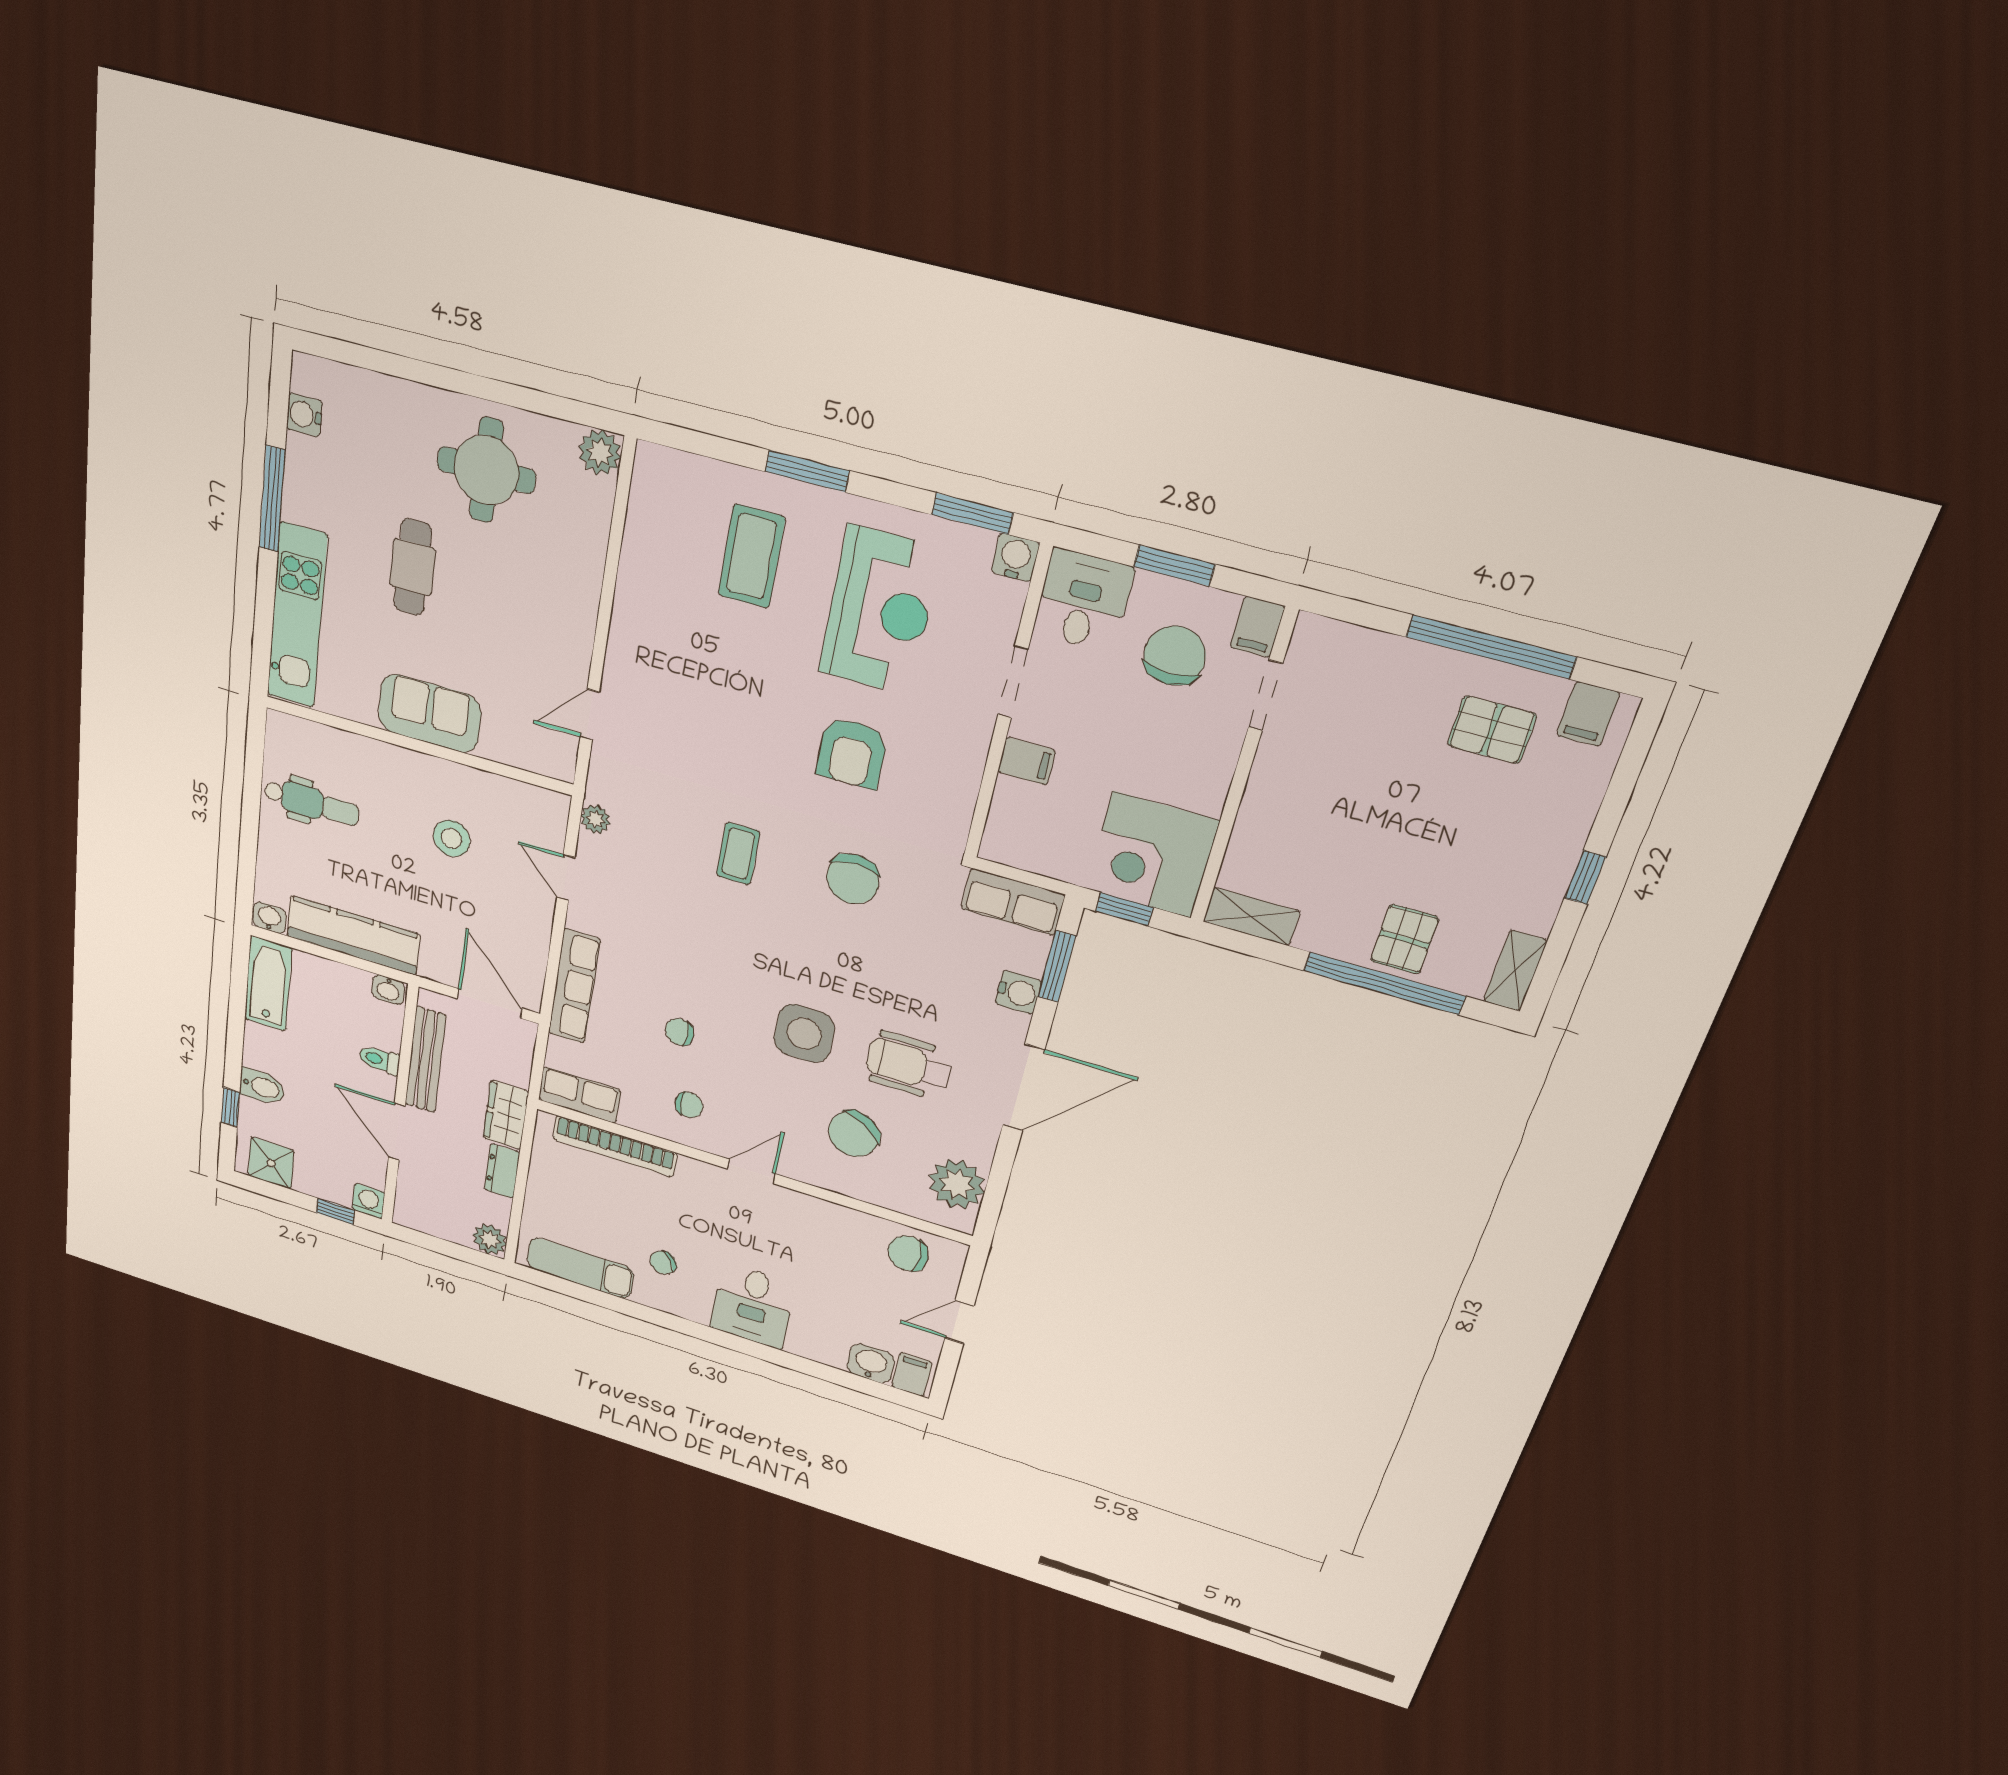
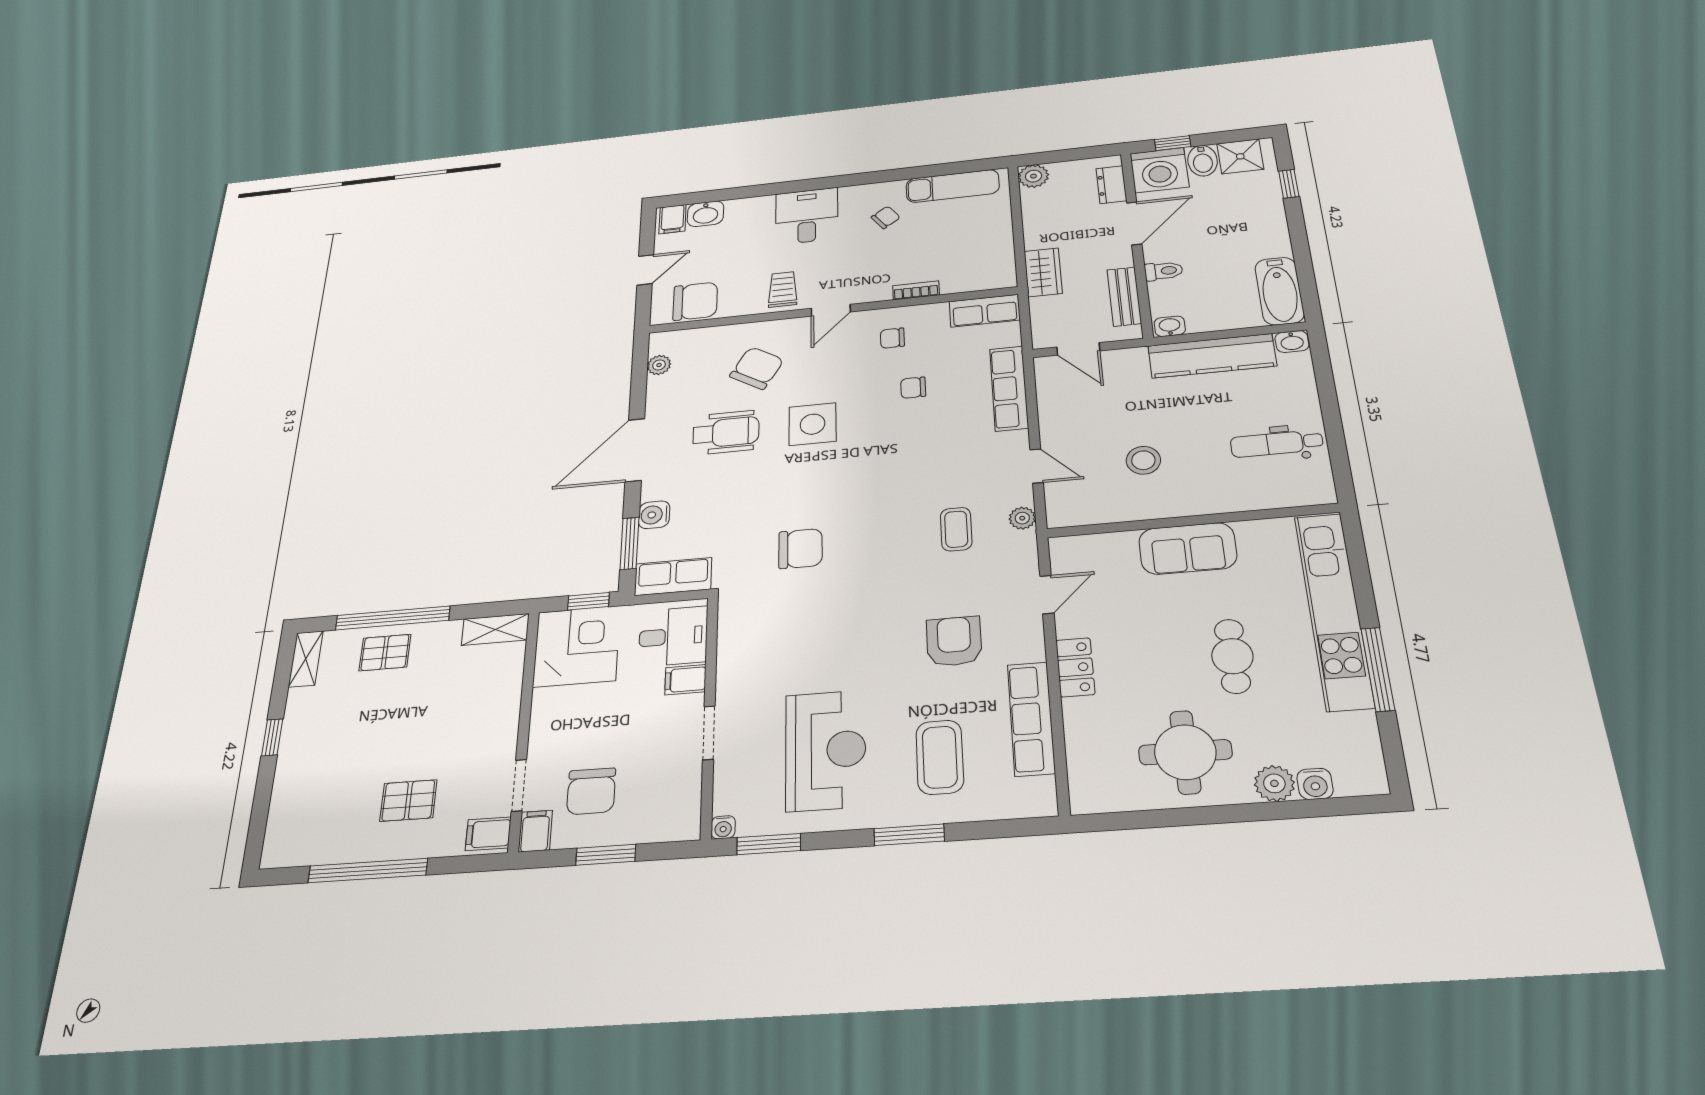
water cooler: (304, 415) -> (1315, 784), moved, turned 90
plant: (600, 452) -> (1274, 783), moved
water cooler: (1015, 557) -> (723, 827), width x0.72, depth x0.72
row of seats: (640, 568) -> (1031, 719), added
desk: (1083, 601) -> (673, 636), moved, turned -90
reception desk: (880, 611) -> (826, 750), turned 180
locker: (579, 614) -> (1075, 667), added
kitchen unit: (297, 616) -> (1334, 610), width x1.36
filing cabinet: (1588, 714) -> (488, 834), moved, turned -90
pallet: (1492, 730) -> (408, 801), moved
armchair: (852, 753) -> (954, 641), moved
coffee table: (738, 854) -> (956, 529), moved
chair: (853, 879) -> (800, 549), turned 90
pallet: (1404, 939) -> (385, 653), turned 90
door: (490, 1003) -> (1078, 349), width x0.73
chair: (680, 1032) -> (913, 388), turned 180
bench: (425, 1060) -> (1124, 296), width x0.73
bidet: (262, 1087) -> (1203, 161), moved, turned -90
door: (397, 1132) -> (1134, 223), hinge flipped
bookcase: (615, 1146) -> (916, 290), width x0.43, depth x0.76
dresser: (502, 1171) -> (1111, 185), moved, turned 180
plant: (957, 1184) -> (659, 365), width x0.53, depth x0.53
washing machine: (368, 1201) -> (1159, 170), width x1.89, depth x1.89
trolley: (801, 1223) -> (783, 289), added
chair: (908, 1253) -> (695, 301), width x1.37, depth x1.37

